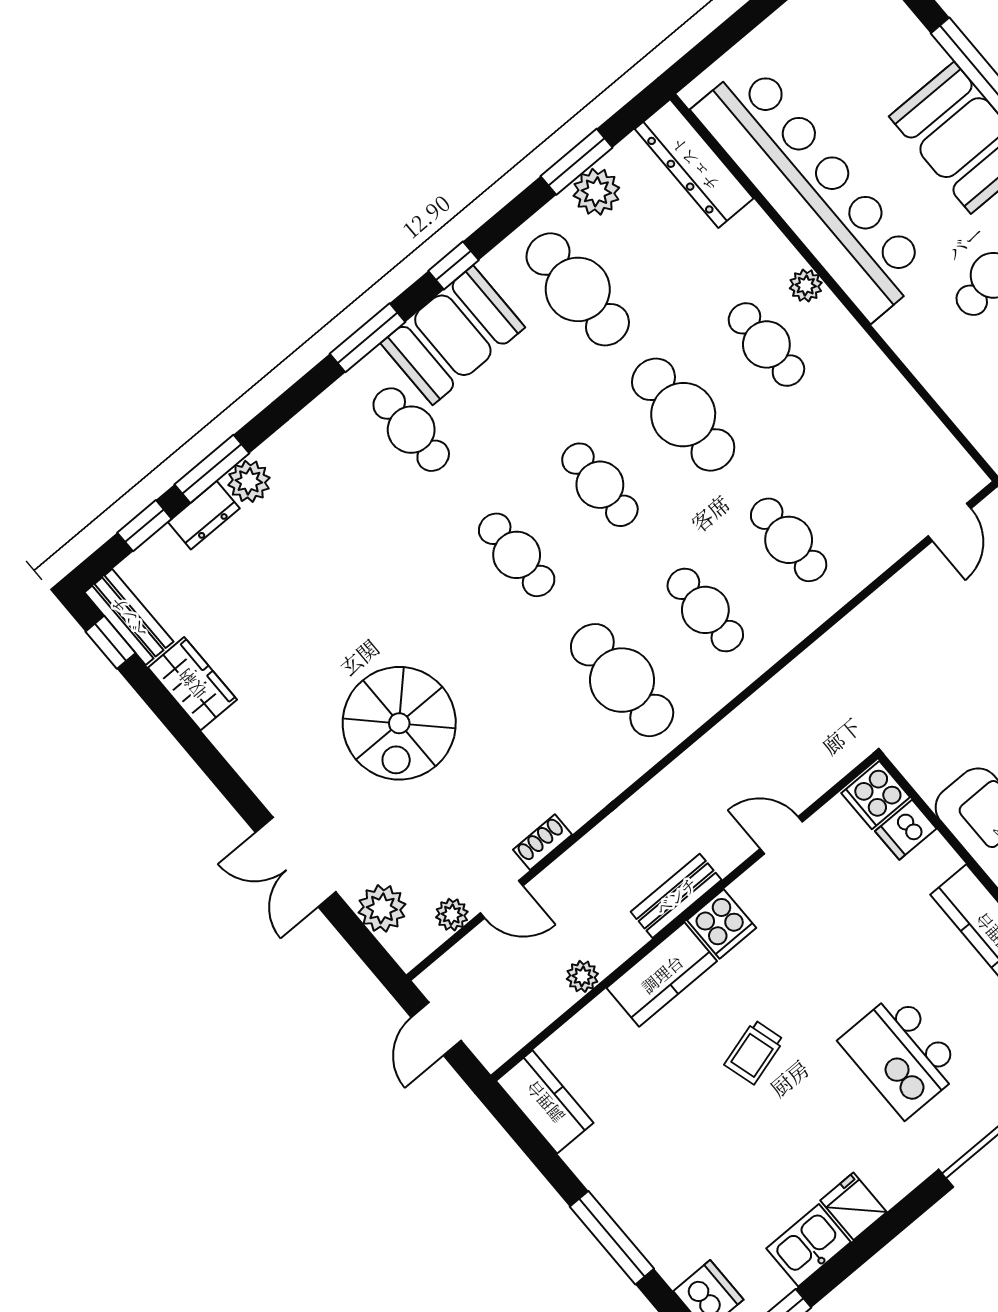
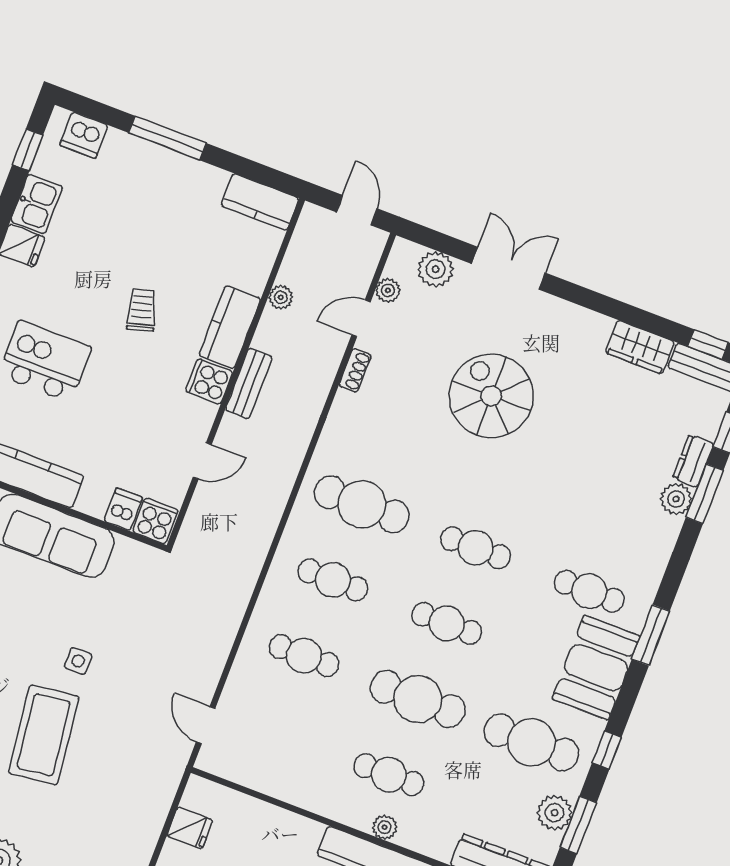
window: (453, 266) -> (607, 750), moved

